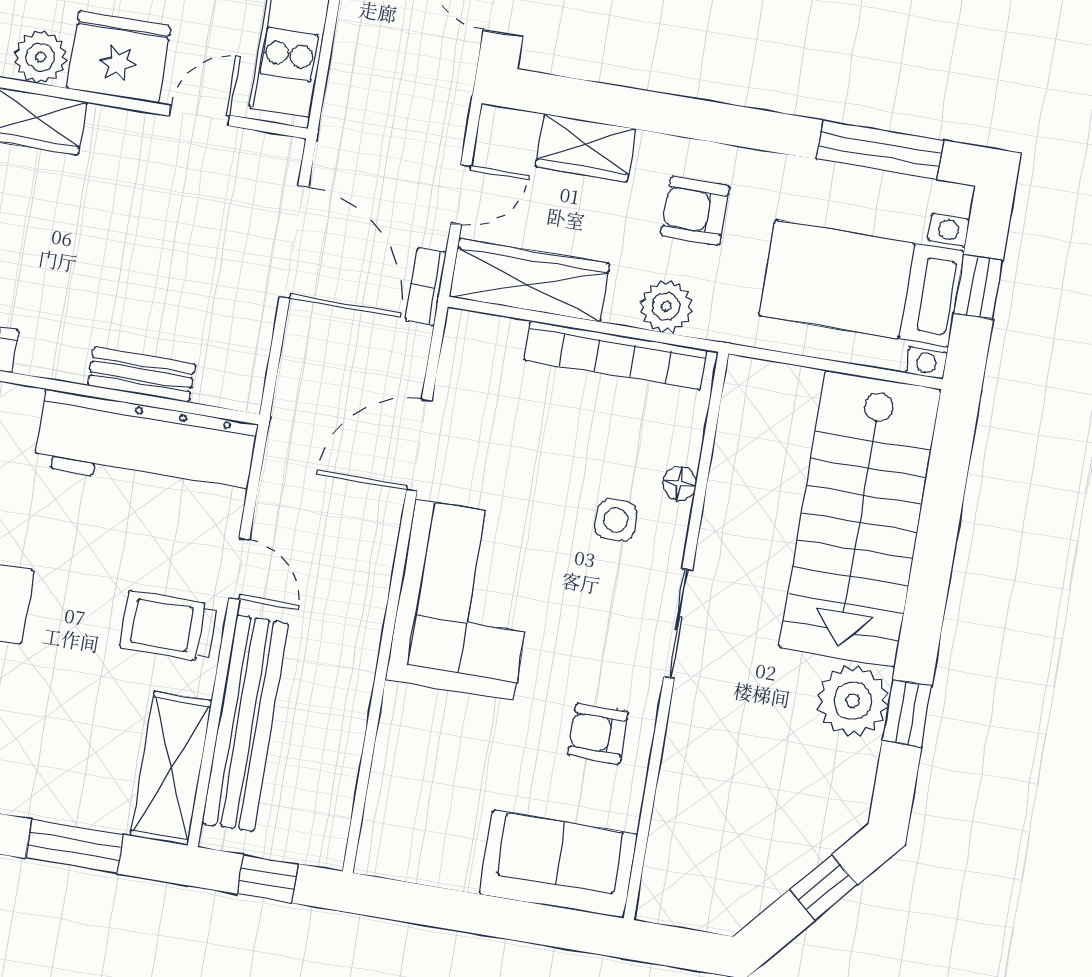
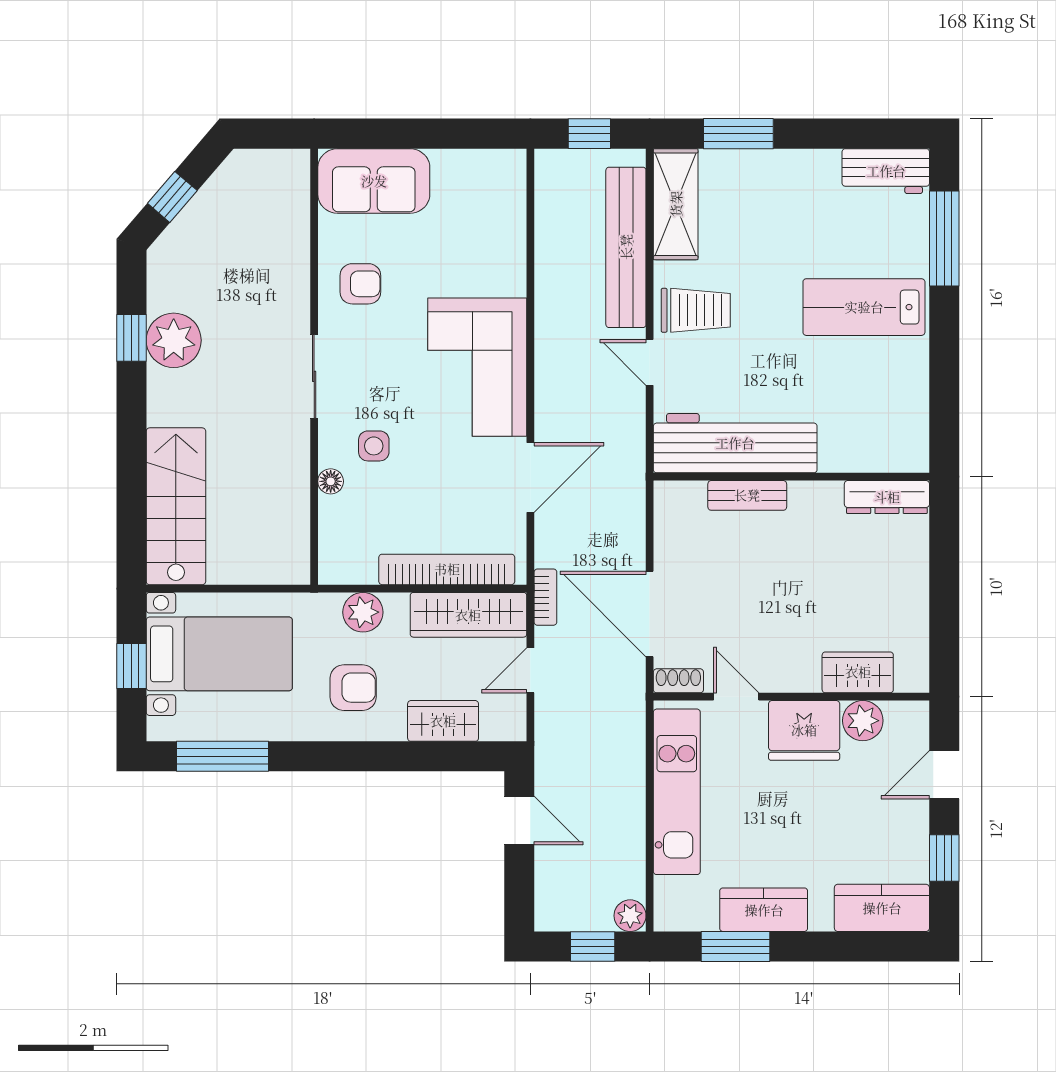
door: (200, 116) -> (736, 697), swing flipped
shoe rack: (271, 149) -> (678, 681), added
bookcase: (615, 355) -> (447, 569), moved
stairs: (860, 519) -> (176, 506), width x0.73, depth x0.66

